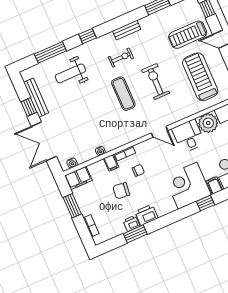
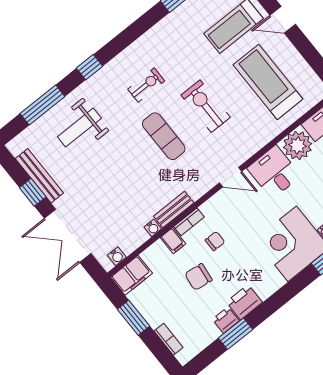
bench: (127, 30) -> (174, 209), moved

